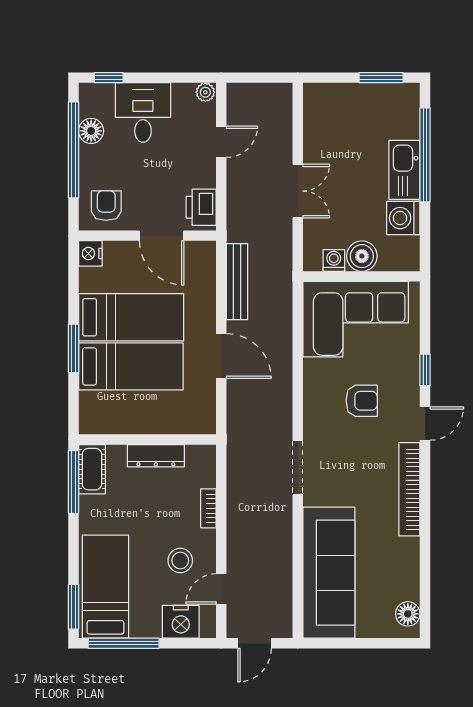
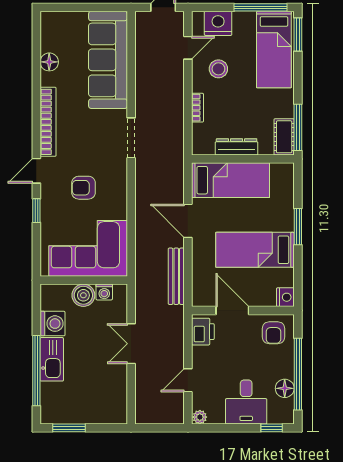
bed: (131, 366) -> (231, 180), moved, turned 180
floor lamp: (408, 614) -> (49, 62), moved

